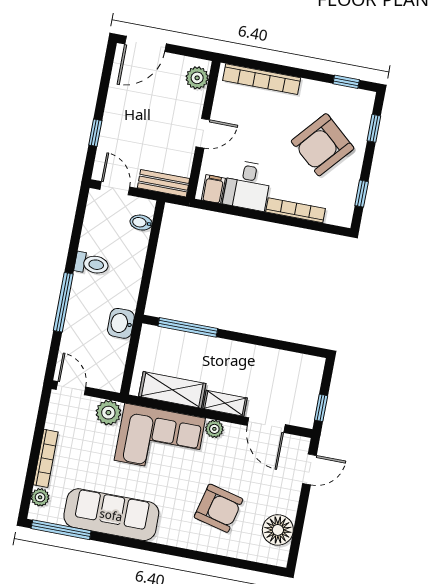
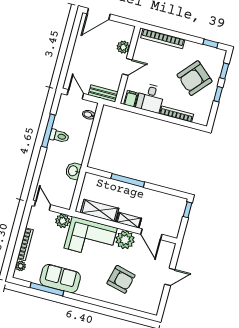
plant: (197, 78) -> (123, 47), moved
window: (95, 133) -> (67, 62), removed
window: (362, 194) -> (218, 94), moved
window: (63, 302) -> (48, 131), moved
window: (188, 327) -> (128, 180), moved
window: (321, 408) -> (188, 210), moved
plant: (214, 429) -> (125, 240), width x1.87, depth x1.87
door: (309, 469) -> (170, 277), moved
sofa: (111, 515) -> (60, 279), width x0.73
window: (61, 530) -> (47, 289), moved
floor lamp: (278, 530) -> (154, 294), removed

